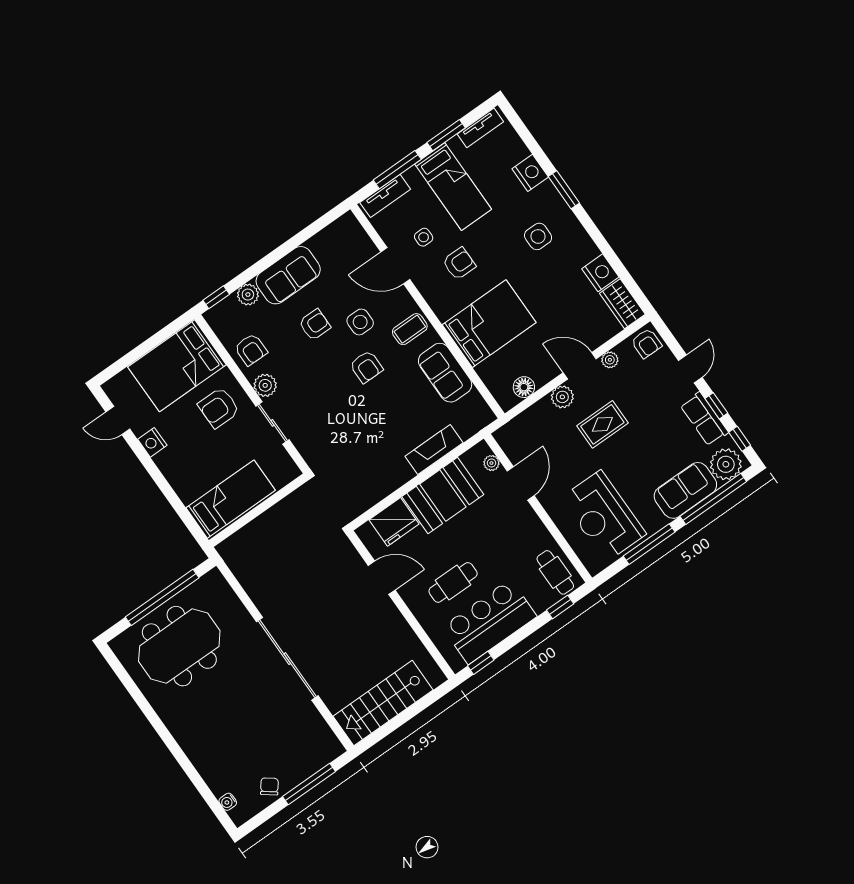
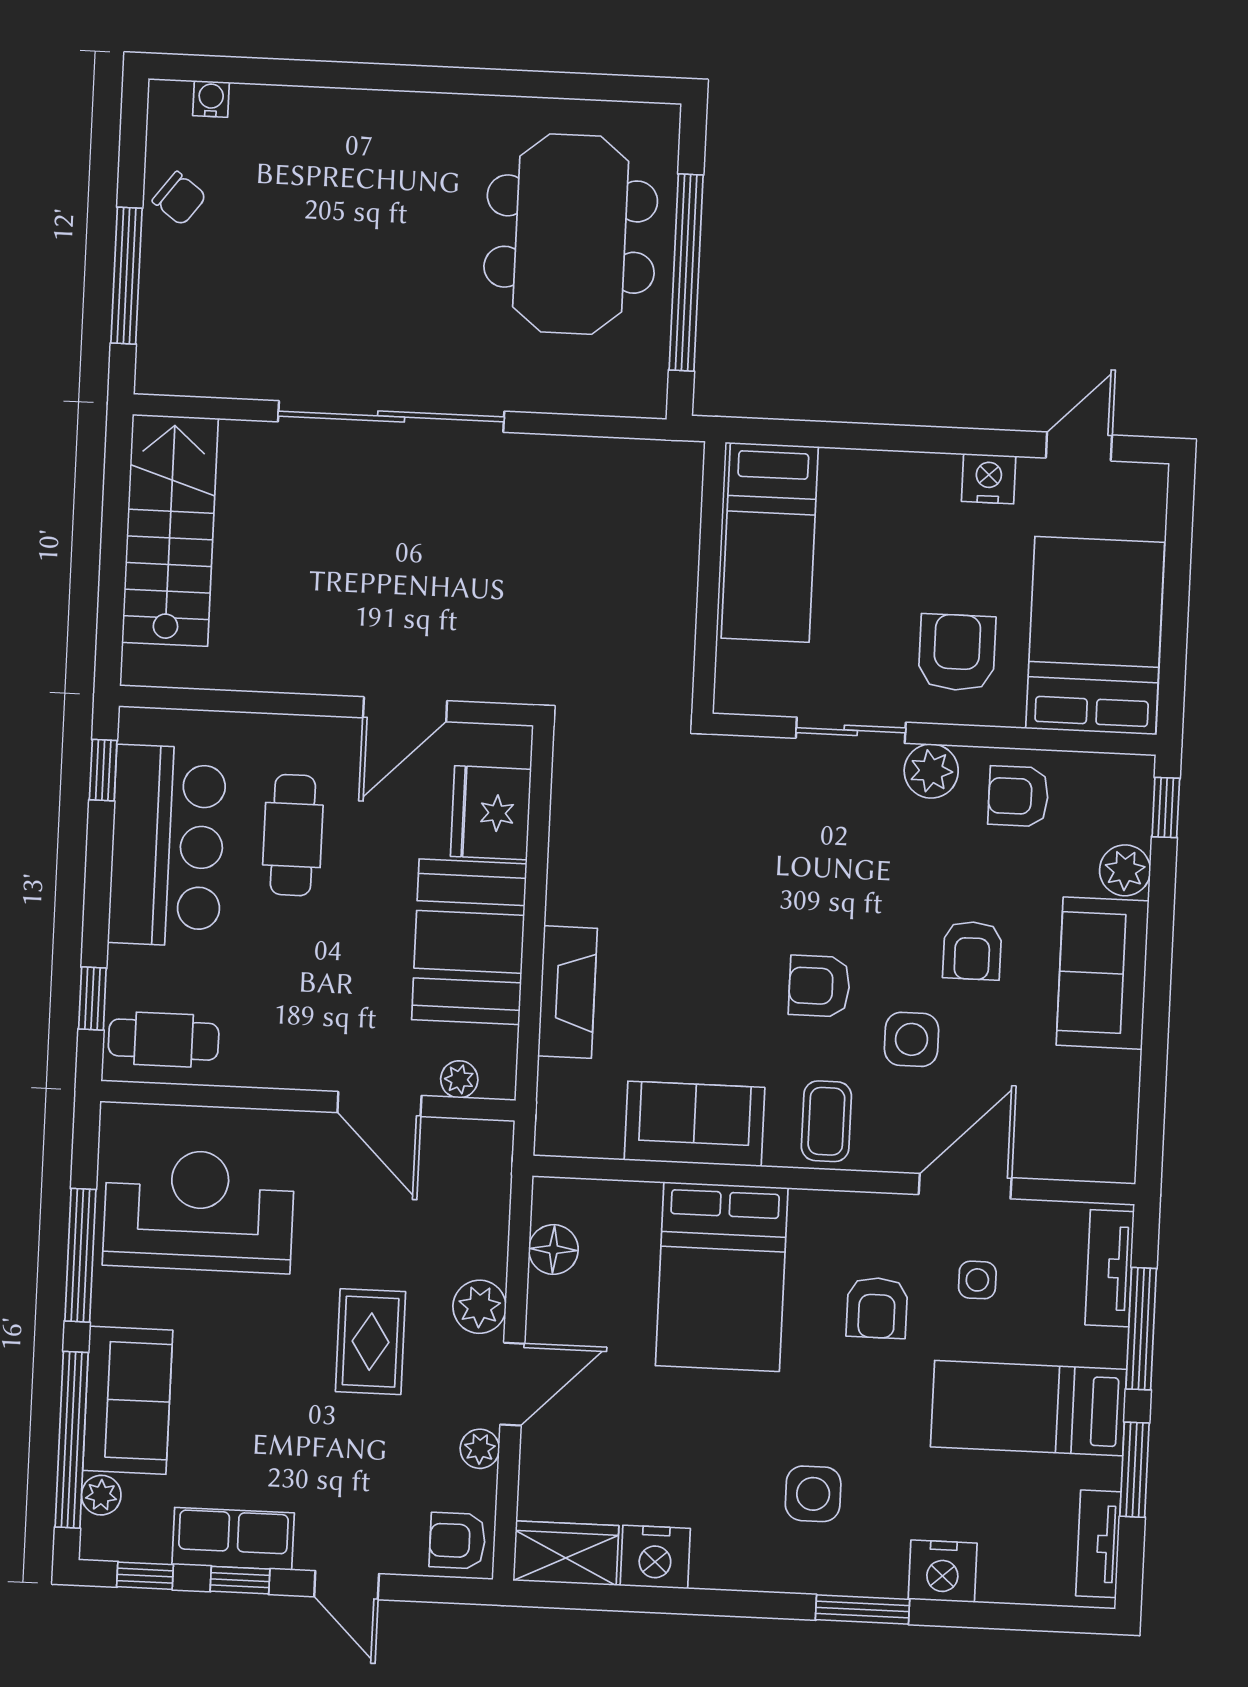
plant: (726, 464) -> (101, 1495), width x0.53, depth x0.53

